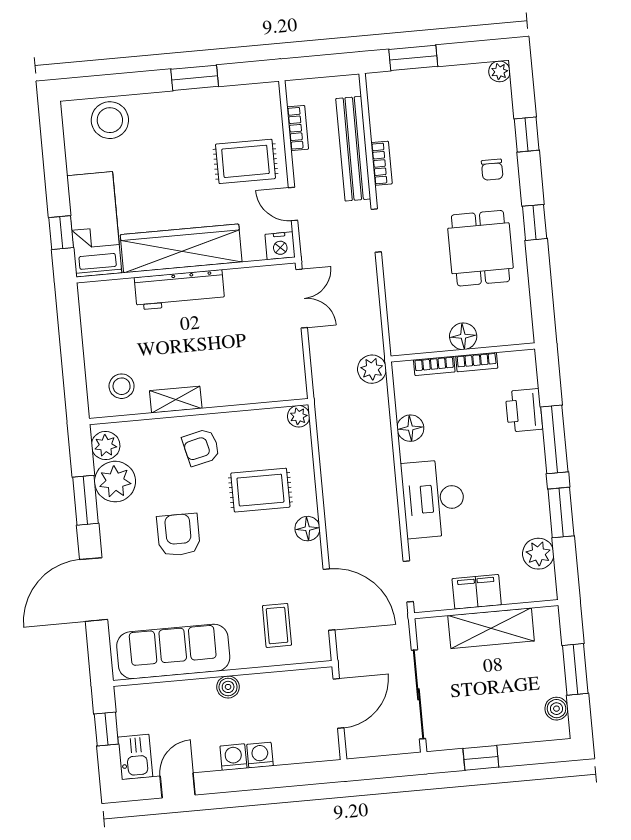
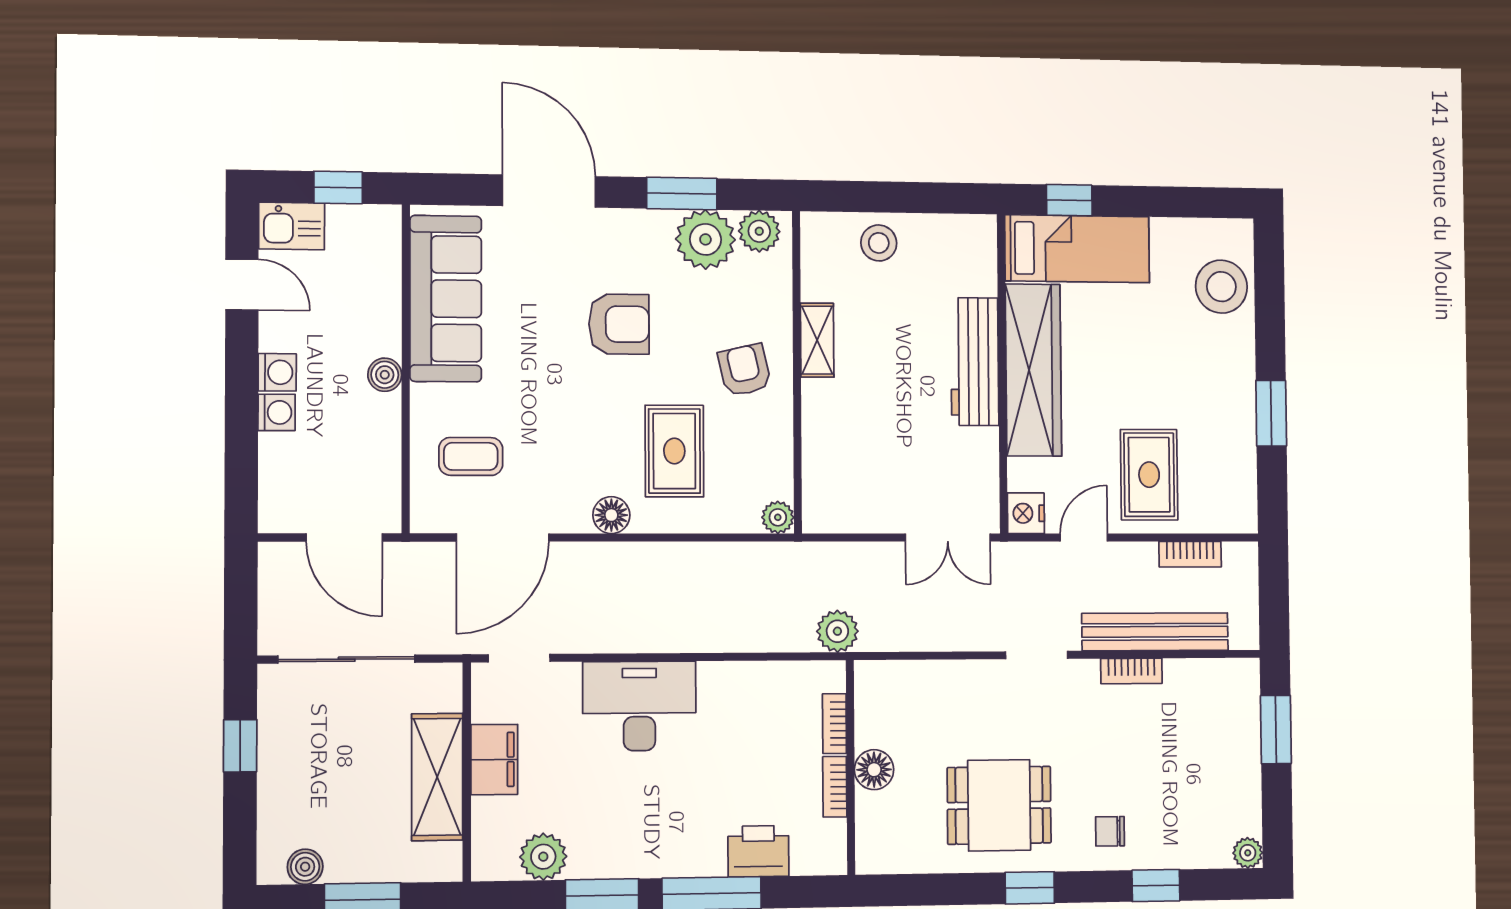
stool: (122, 386) -> (879, 243), moved
floor lamp: (410, 428) -> (746, 681), removed

